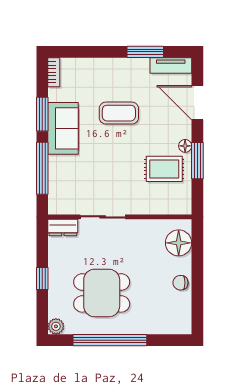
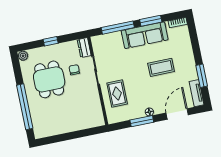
coffee table: (119, 113) -> (161, 67), turned 90
sofa: (63, 128) -> (145, 35), width x1.36
rug: (164, 169) -> (117, 94), moved
floor lamp: (179, 243) -> (89, 120), removed
chair: (180, 283) -> (74, 70), moved
window: (110, 340) -> (25, 107), moved

